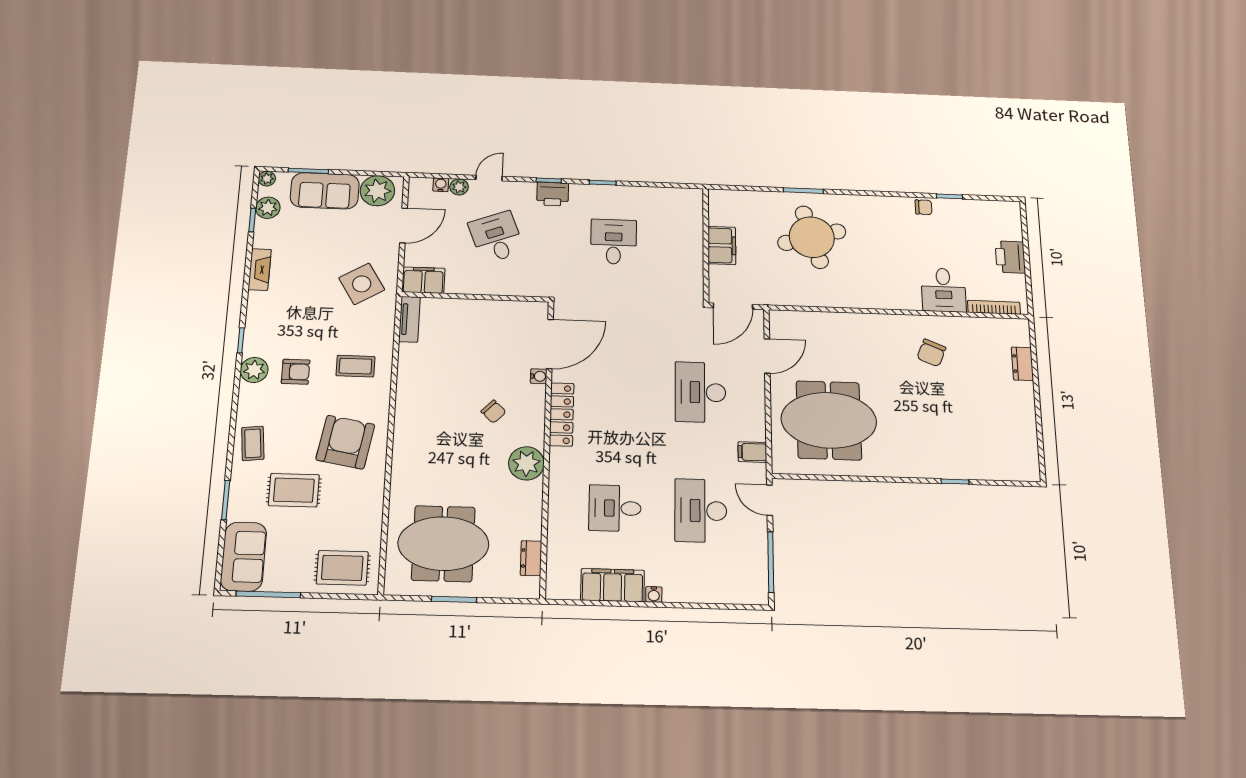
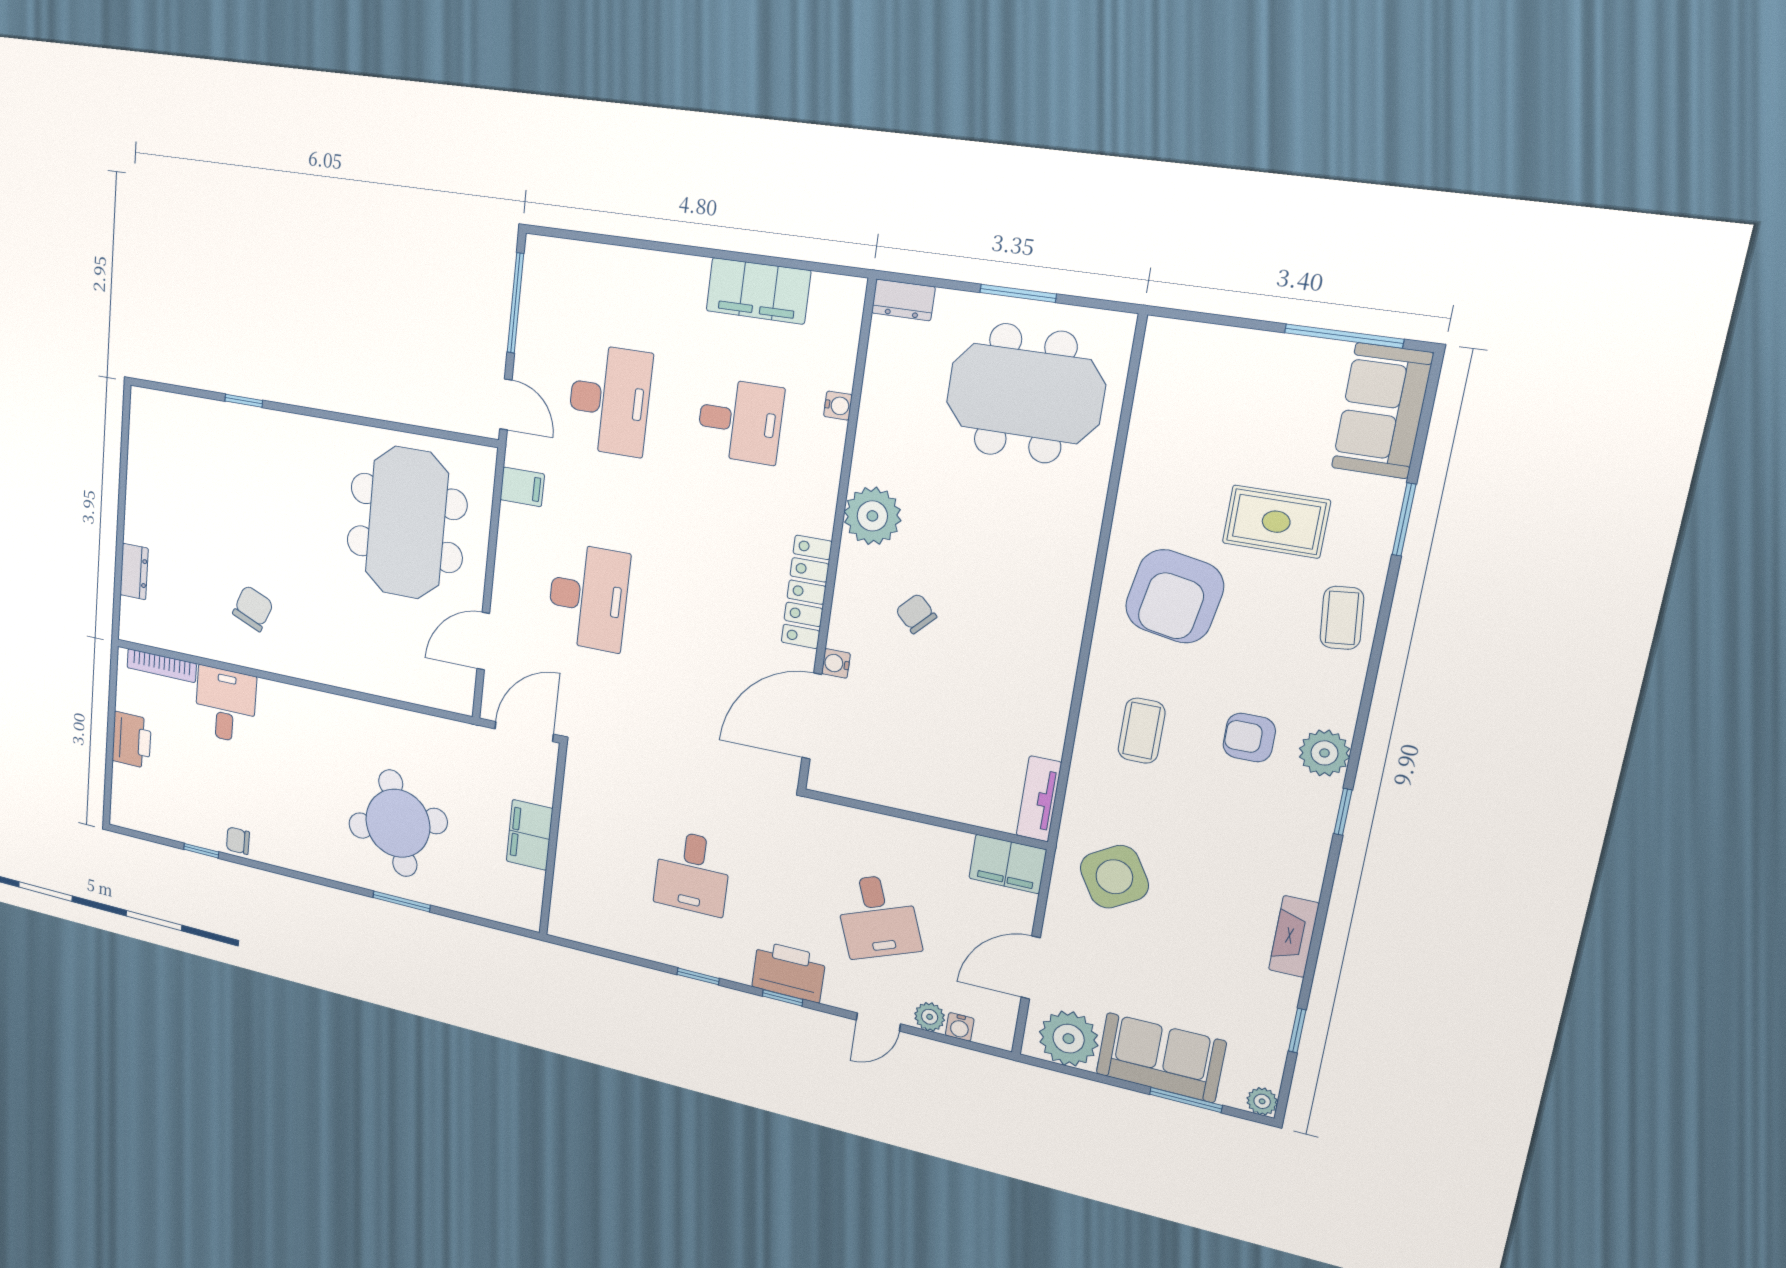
printer: (553, 194) -> (789, 972), width x1.37, depth x1.19
plant: (268, 208) -> (1266, 1047), removed
coffee table: (355, 366) -> (1142, 731), turned 90
meeting table: (829, 420) -> (407, 523), turned 90
dresser: (531, 558) -> (903, 300), moved, turned 90
rug: (342, 568) -> (1205, 370), removed
water cooler: (654, 594) -> (838, 406), moved, turned 90

